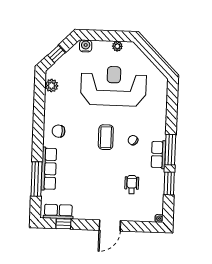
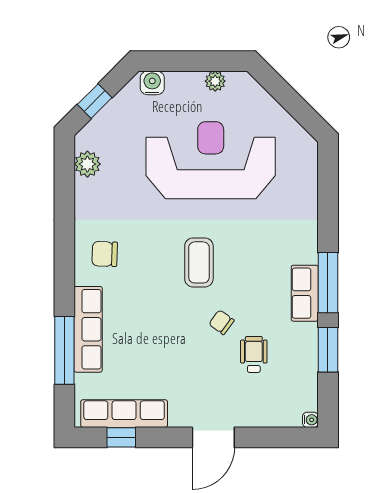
chair: (133, 140) -> (221, 322), moved
row of seats: (58, 212) -> (124, 414), width x1.48

